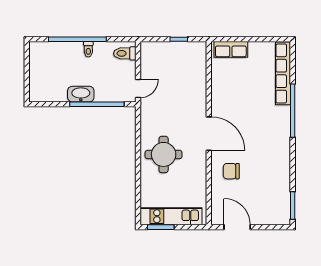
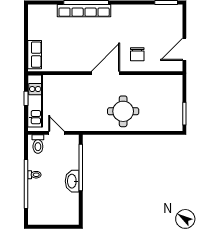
row of seats: (283, 73) -> (84, 11), moved
door: (138, 89) -> (56, 133), moved
kitchen unit: (171, 216) -> (35, 101), moved, turned 180

